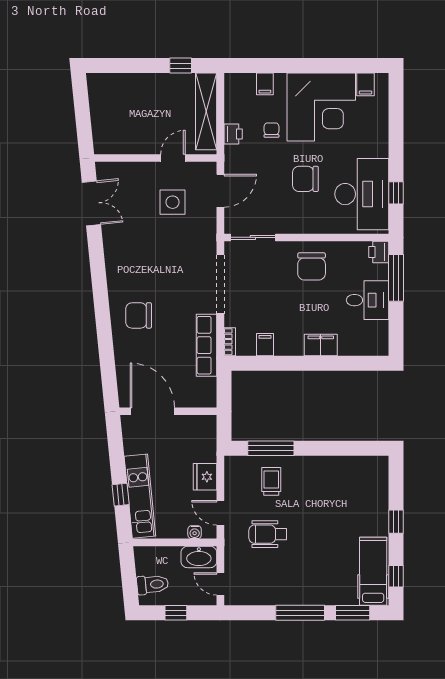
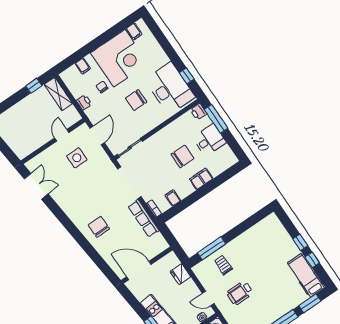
shelving: (206, 111) -> (58, 94), width x0.68
chair: (312, 266) -> (182, 156), moved, turned -90
chair: (139, 315) -> (99, 227), turned 90
fridge: (205, 477) -> (180, 274), moved
window: (396, 576) -> (312, 260), moved

